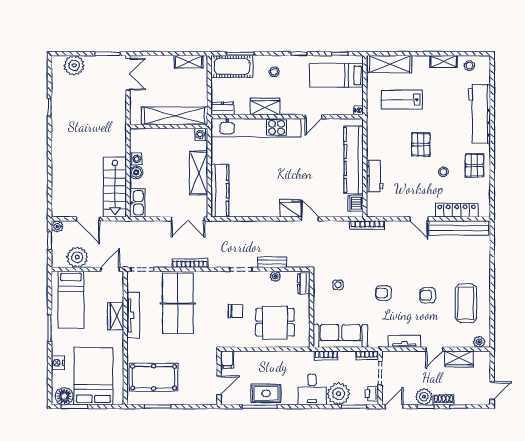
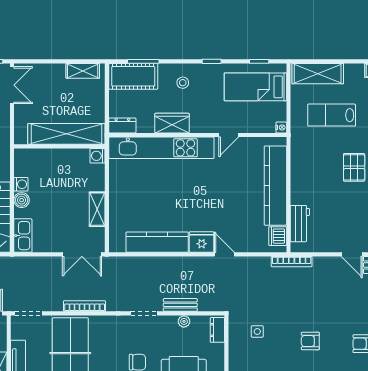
shelving: (199, 173) -> (97, 209), width x0.67, depth x0.75
workbench: (374, 176) -> (300, 224), moved
kitchen counter: (220, 191) -> (157, 242), moved, turned -90

